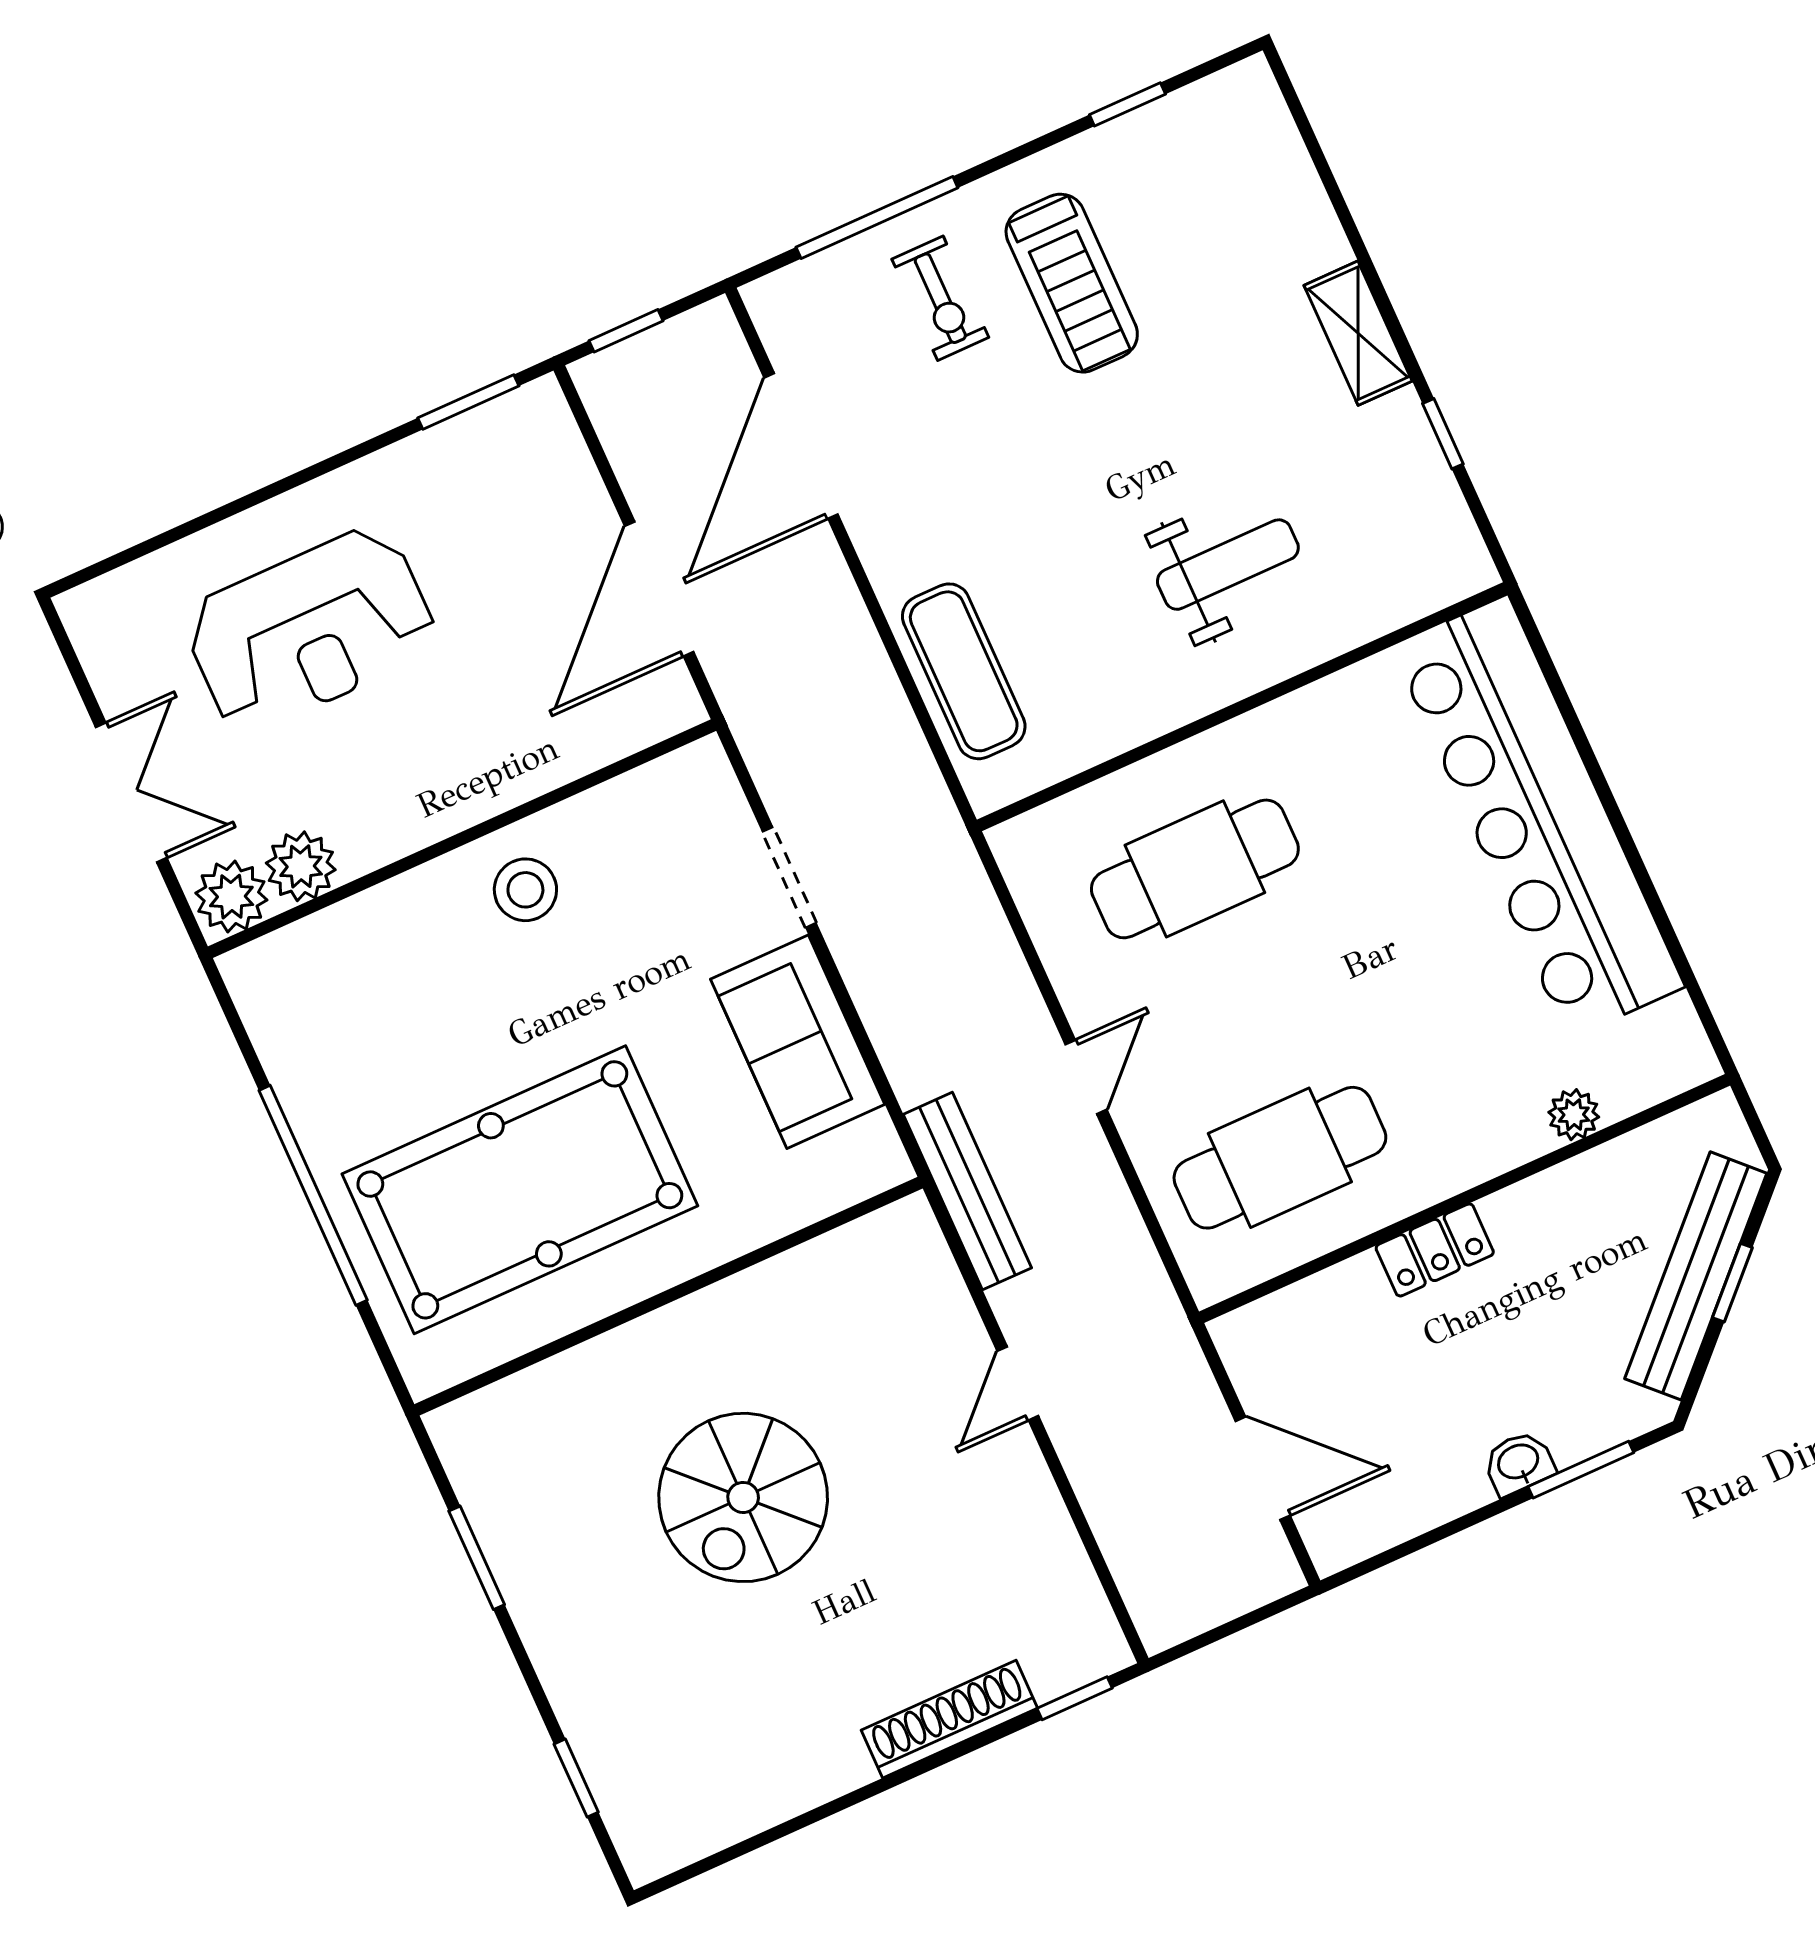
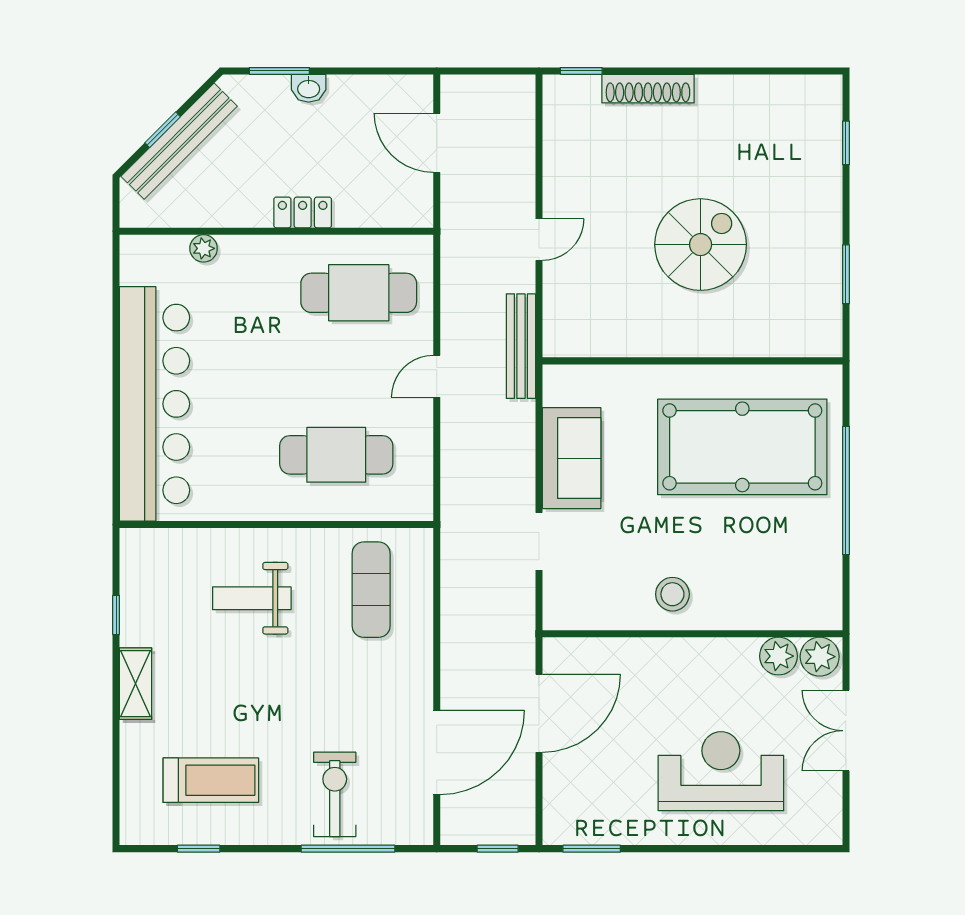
treadmill: (1072, 283) -> (211, 780), moved, turned 90
exercise bike: (940, 298) -> (335, 794), width x1.38, depth x1.39
exercise mat: (964, 671) -> (371, 590), moved

